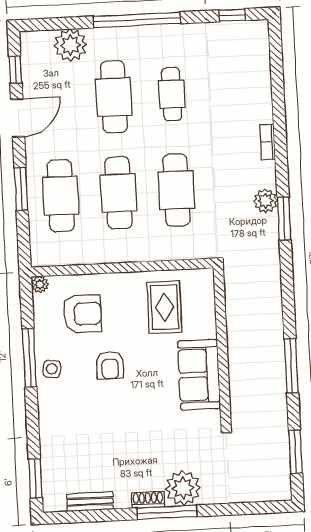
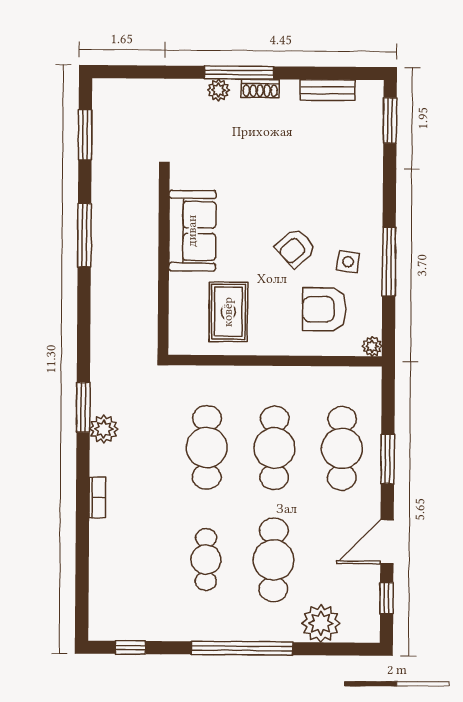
armchair: (110, 365) -> (296, 248), turned -132
side table: (52, 369) -> (348, 262), moved
plant: (183, 488) -> (218, 90), width x0.53, depth x0.53

